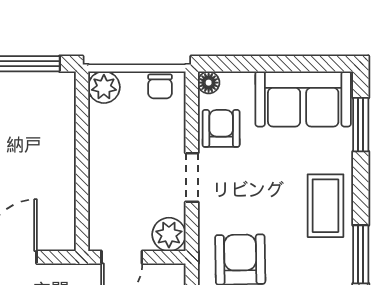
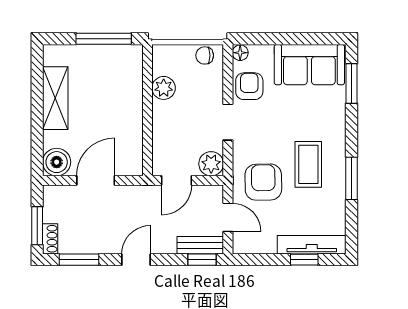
chair: (160, 86) -> (205, 55), turned 90
plant: (104, 87) -> (164, 88), moved
coffee table: (325, 206) -> (308, 164), moved

